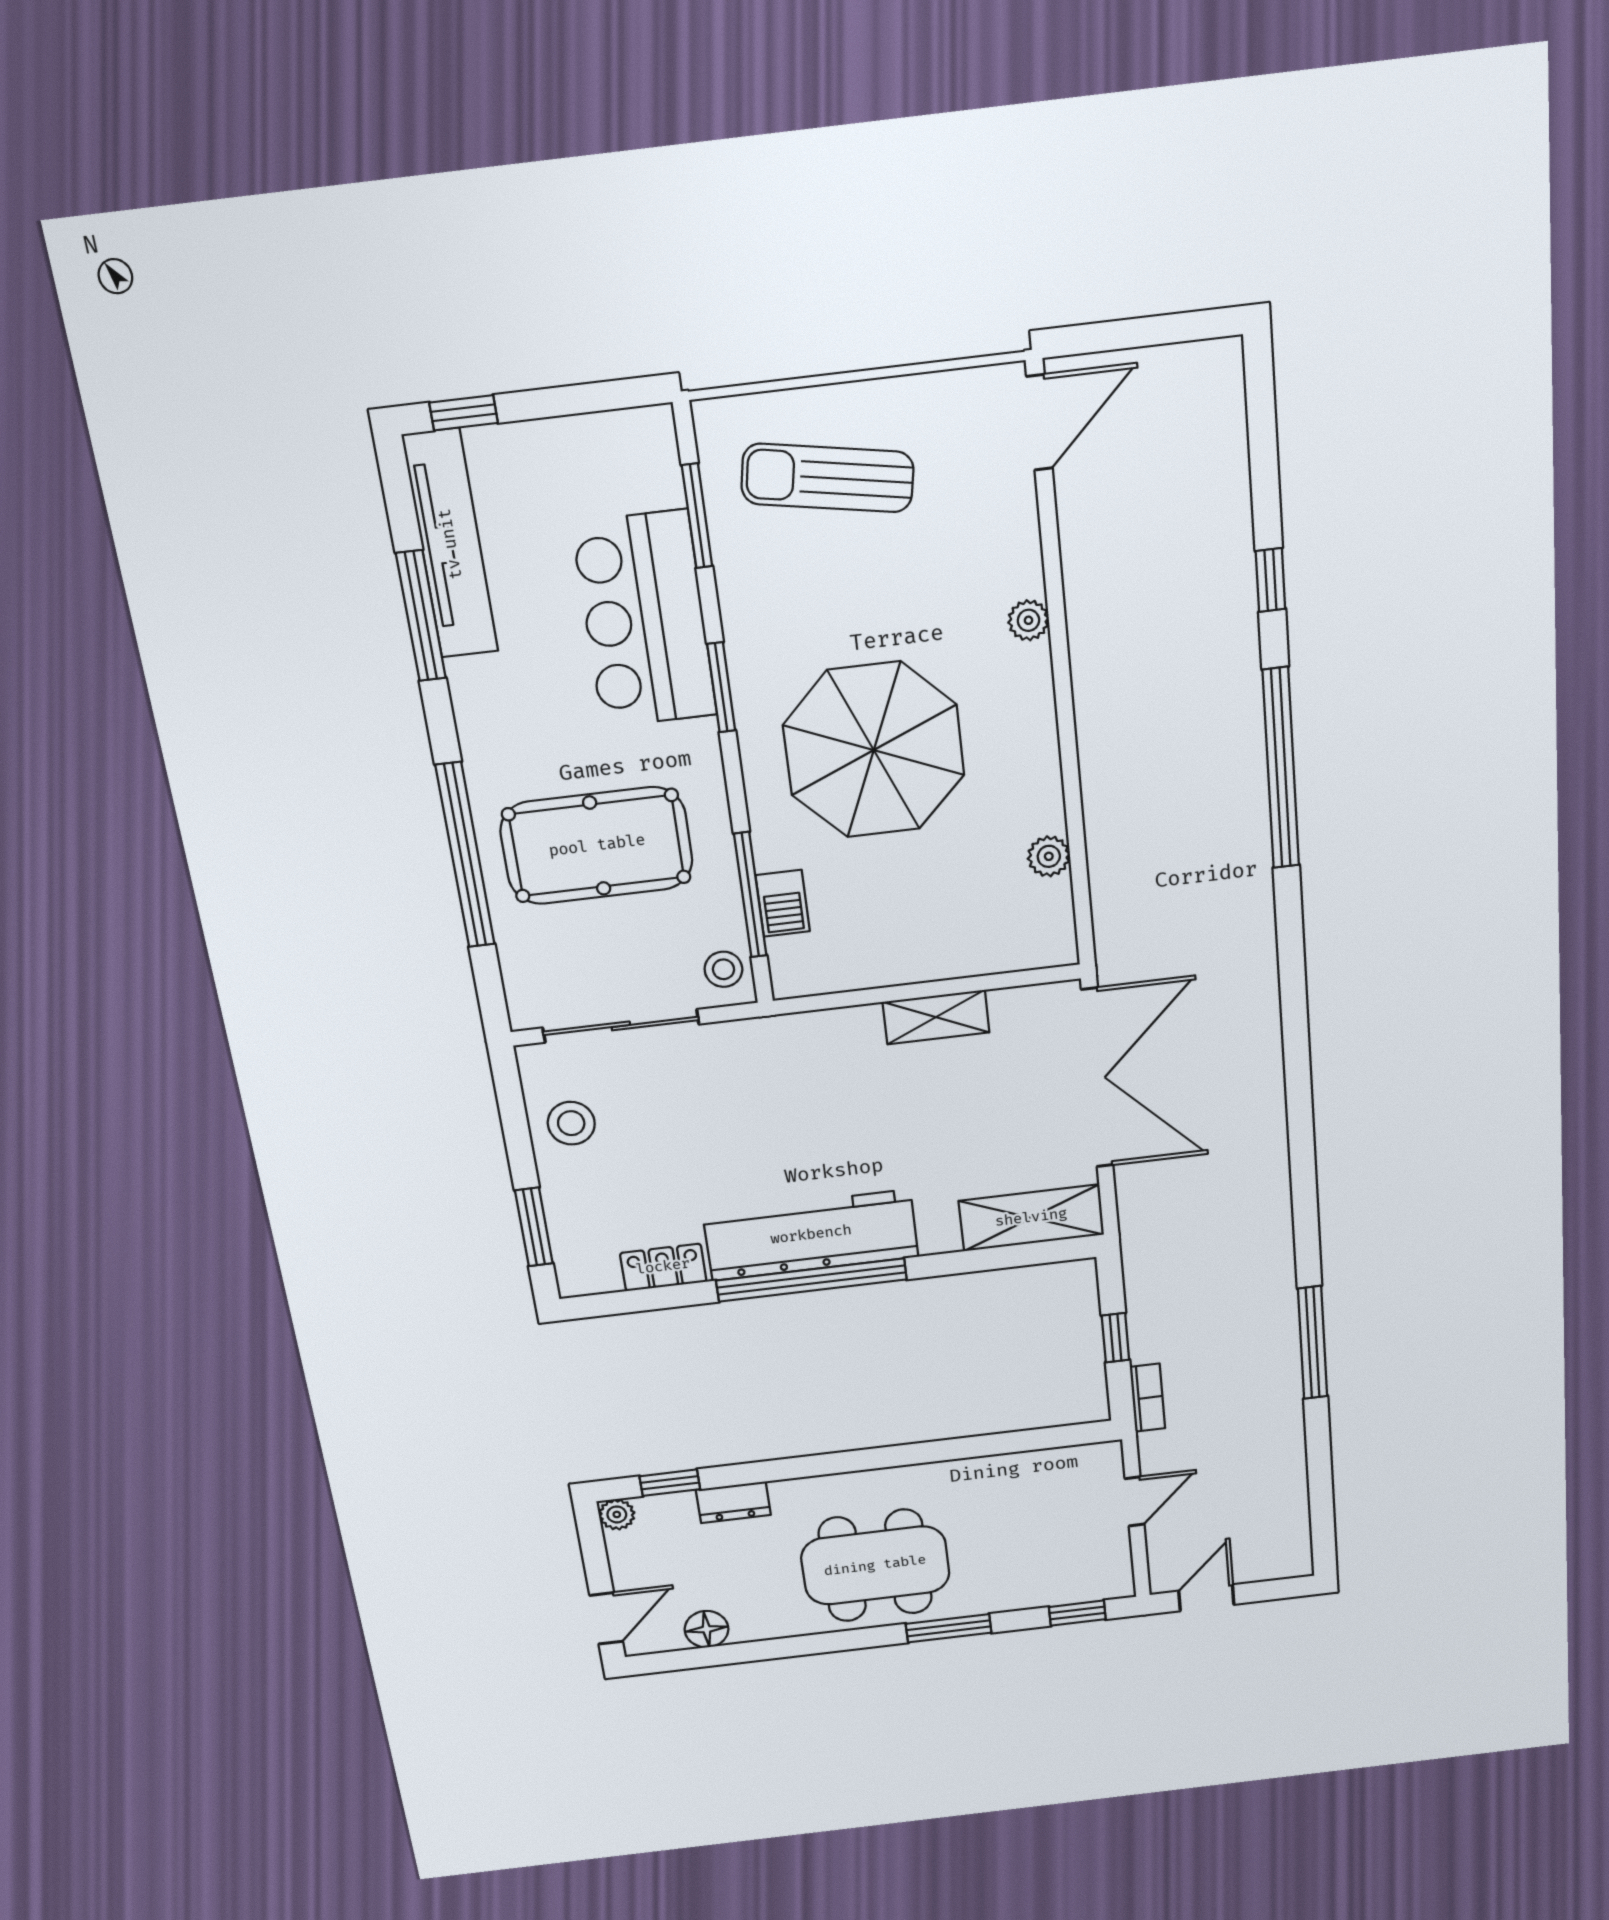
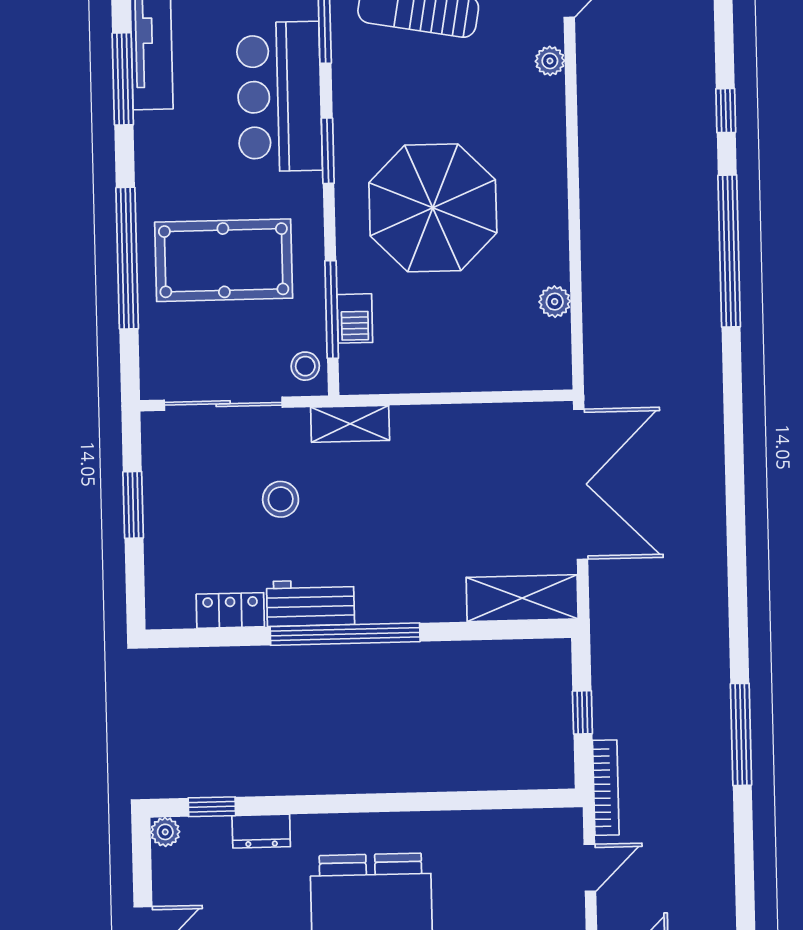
plant: (1028, 620) -> (550, 61), moved
shelving: (936, 1017) -> (350, 424), moved
stool: (571, 1123) -> (281, 499), moved
window: (534, 1227) -> (133, 505), moved
workbench: (811, 1235) -> (311, 603), width x0.53, depth x0.76
bookcase: (1147, 1398) -> (606, 788), width x1.56

